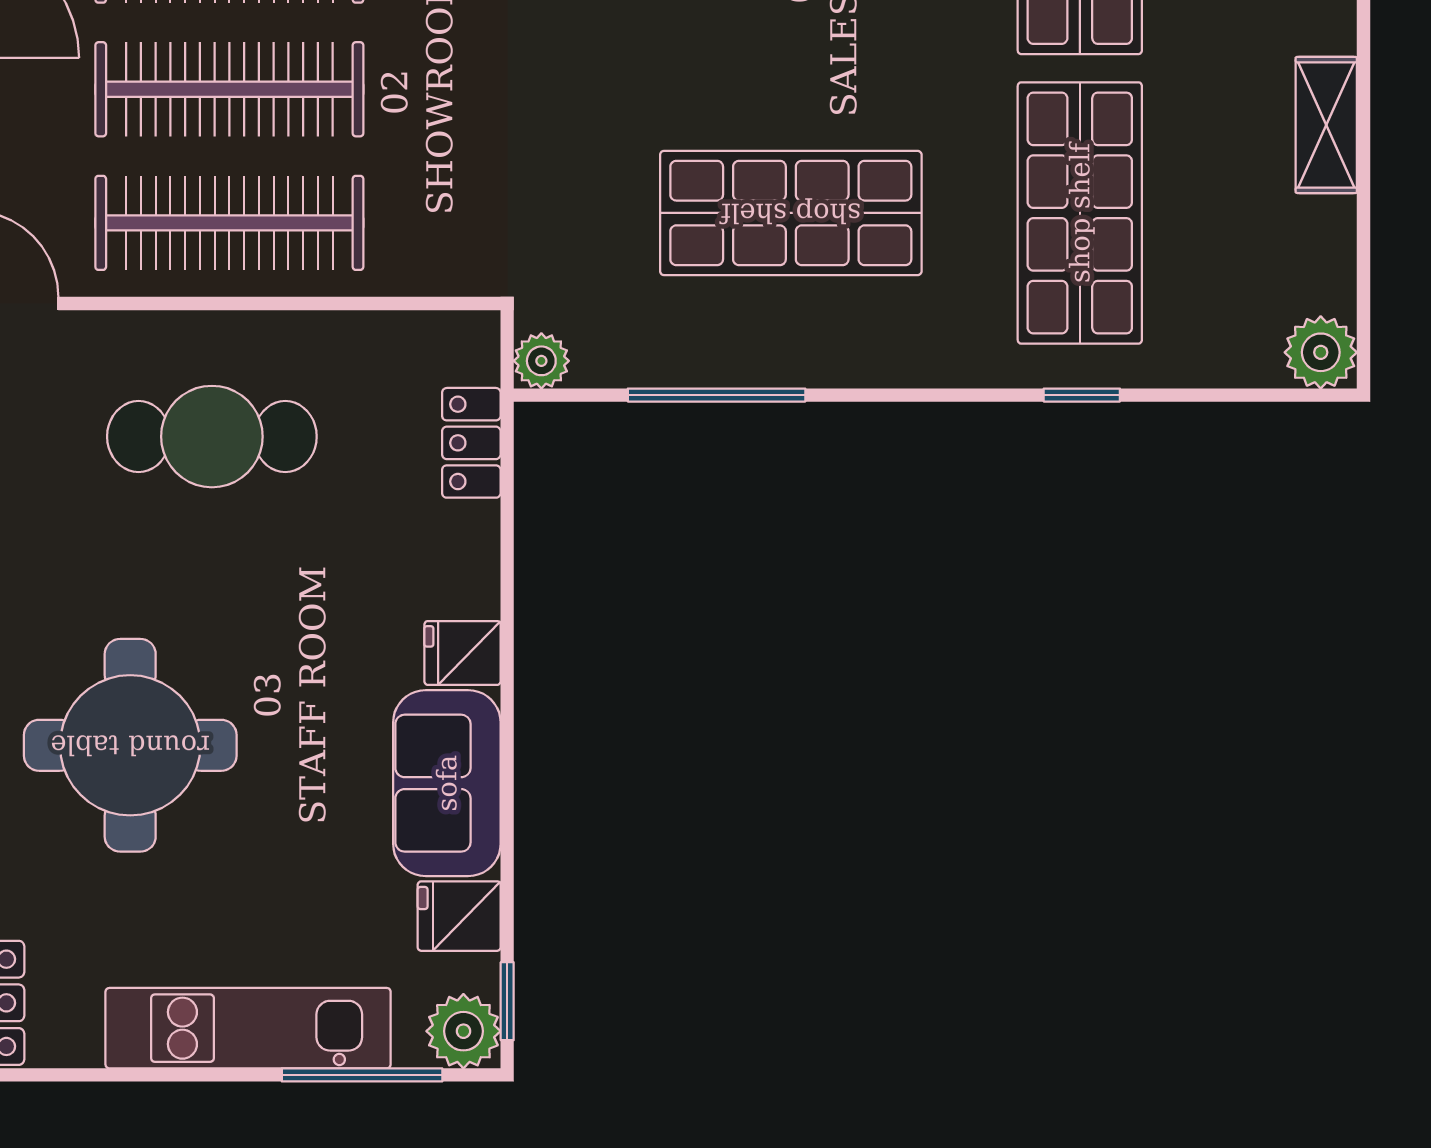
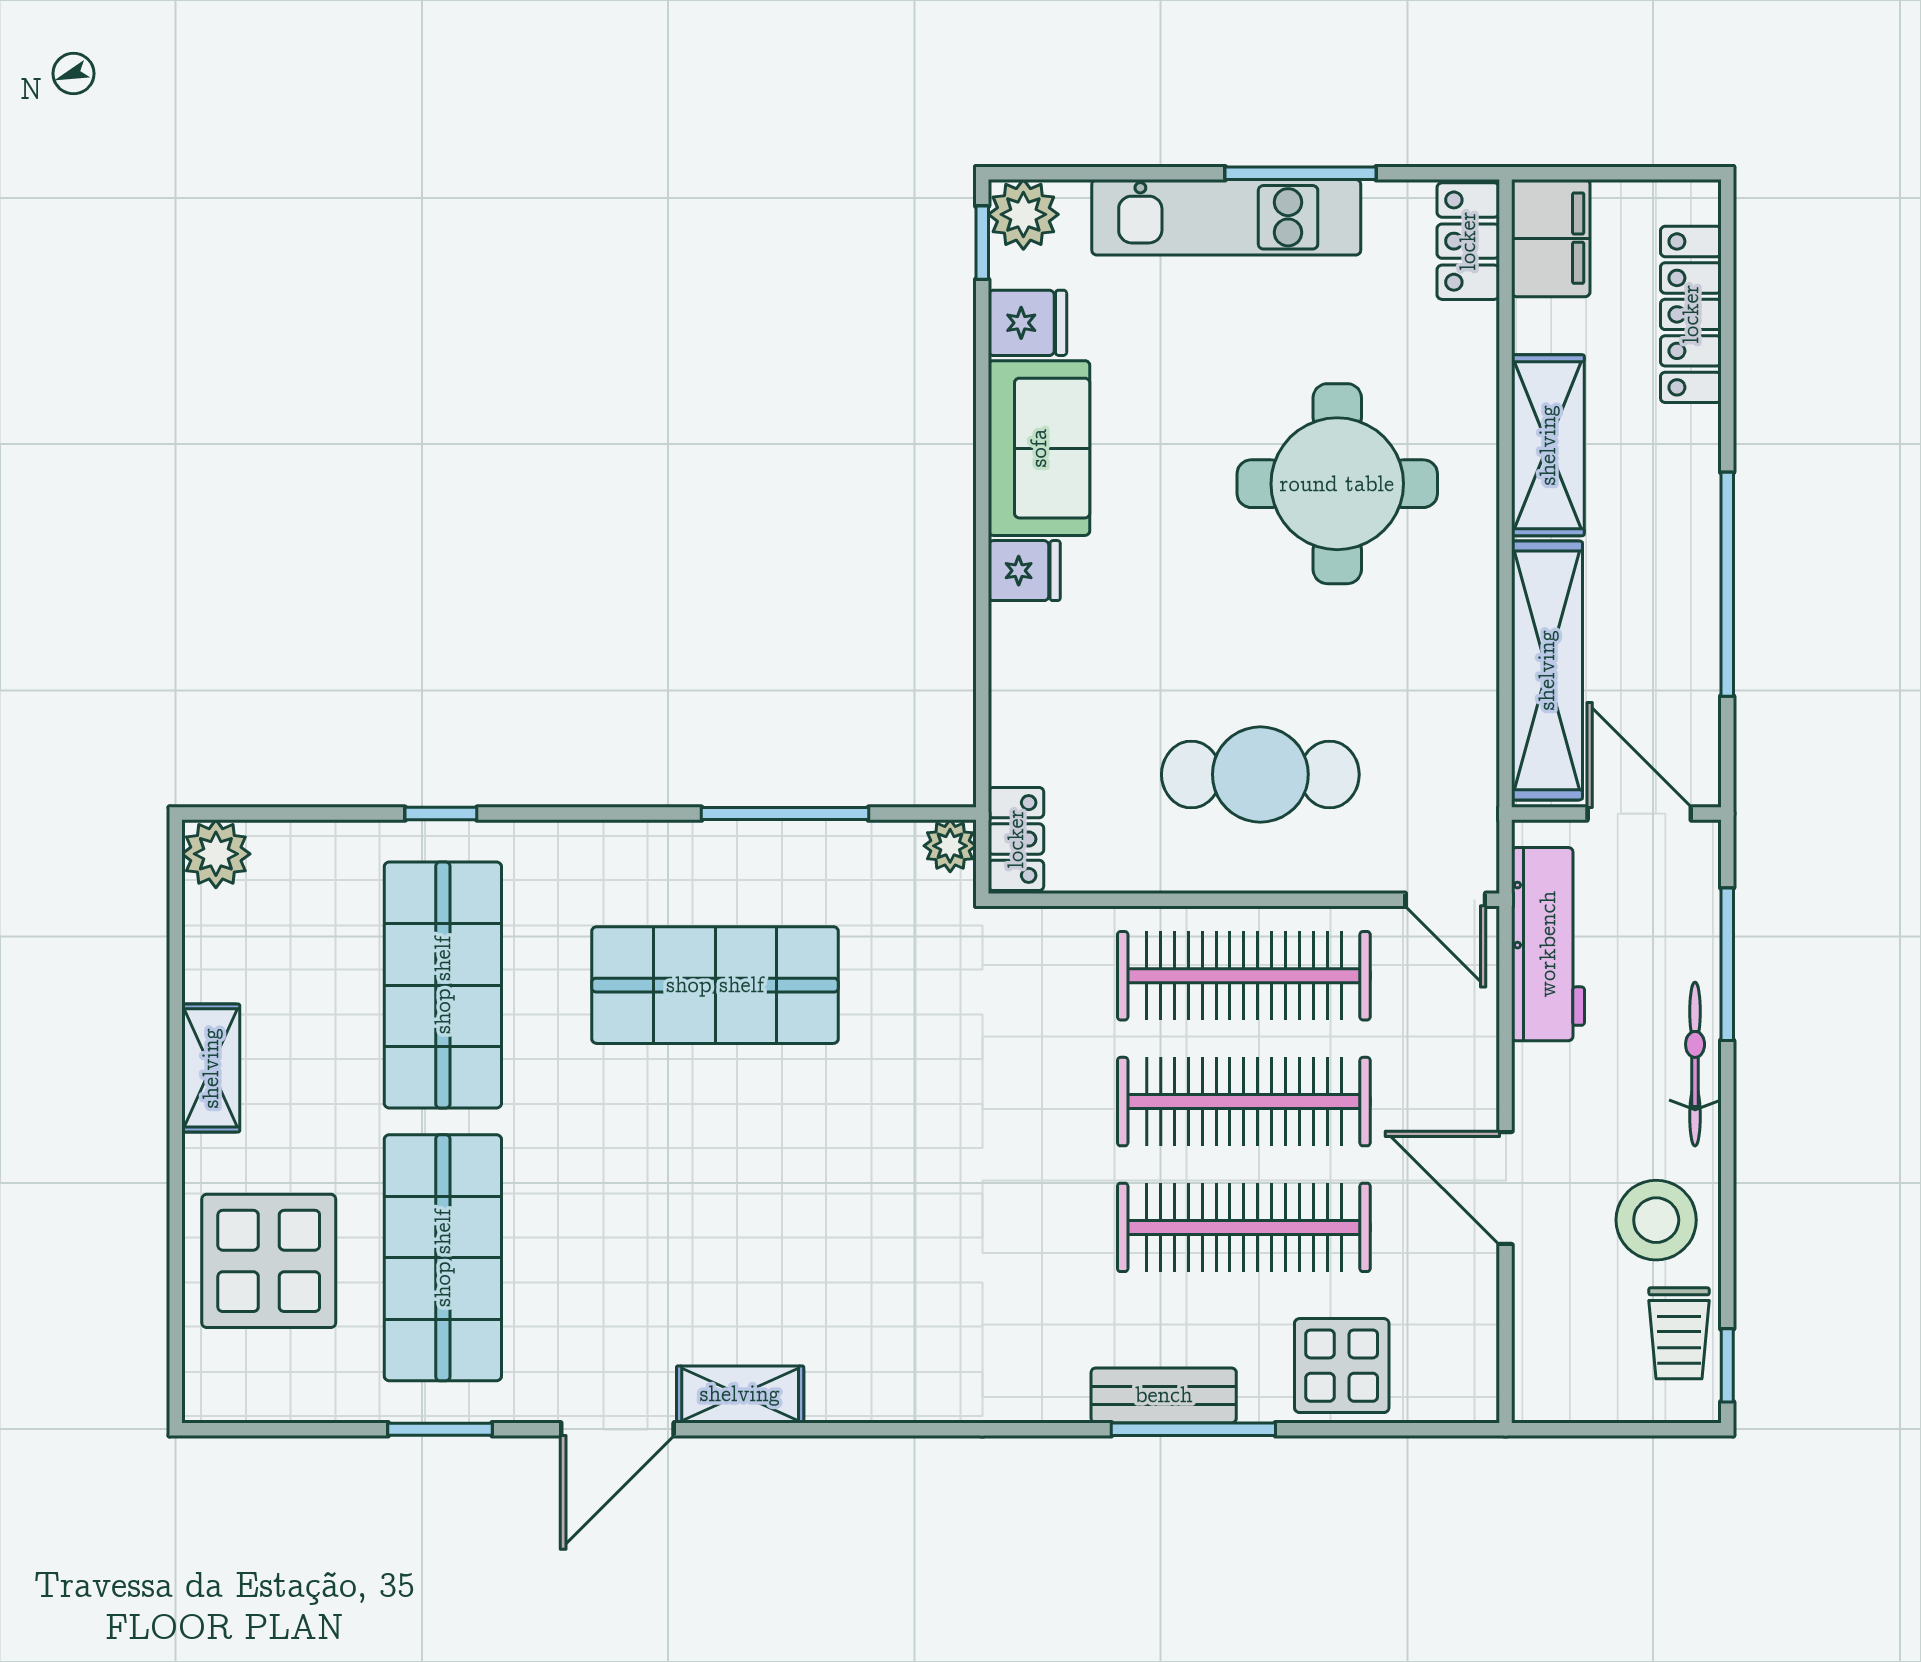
locker: (471, 443) -> (1016, 839), moved
window: (362, 1075) -> (1301, 173), moved

